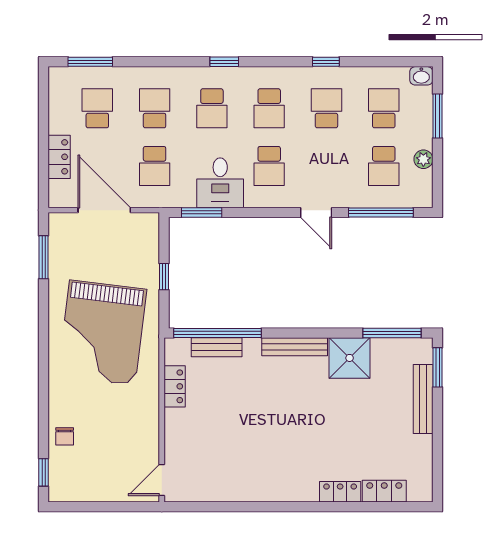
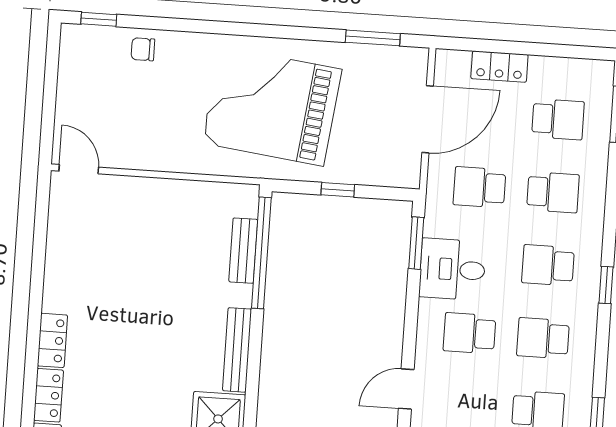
locker: (175, 386) -> (52, 340), moved, turned -90

